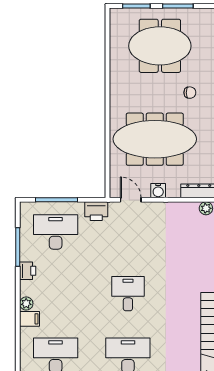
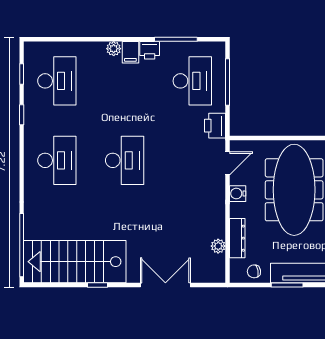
desk: (128, 294) -> (125, 160), width x1.37
filing cabinet: (29, 319) -> (130, 52), moved

